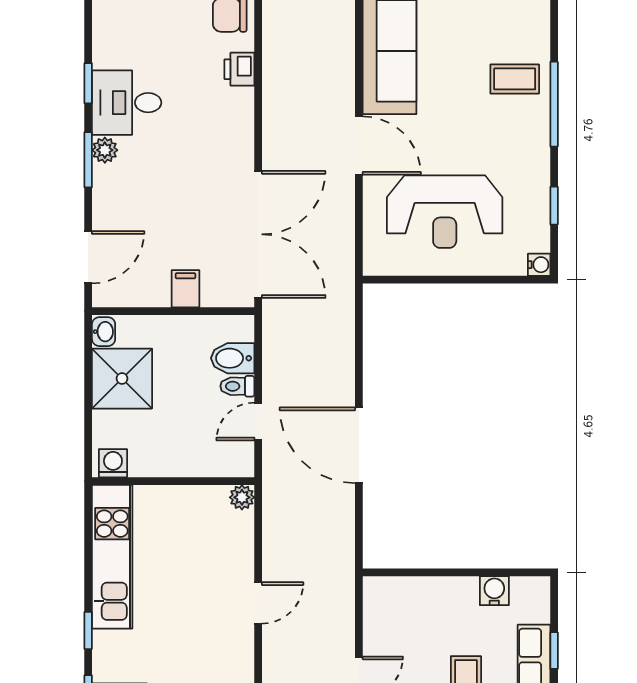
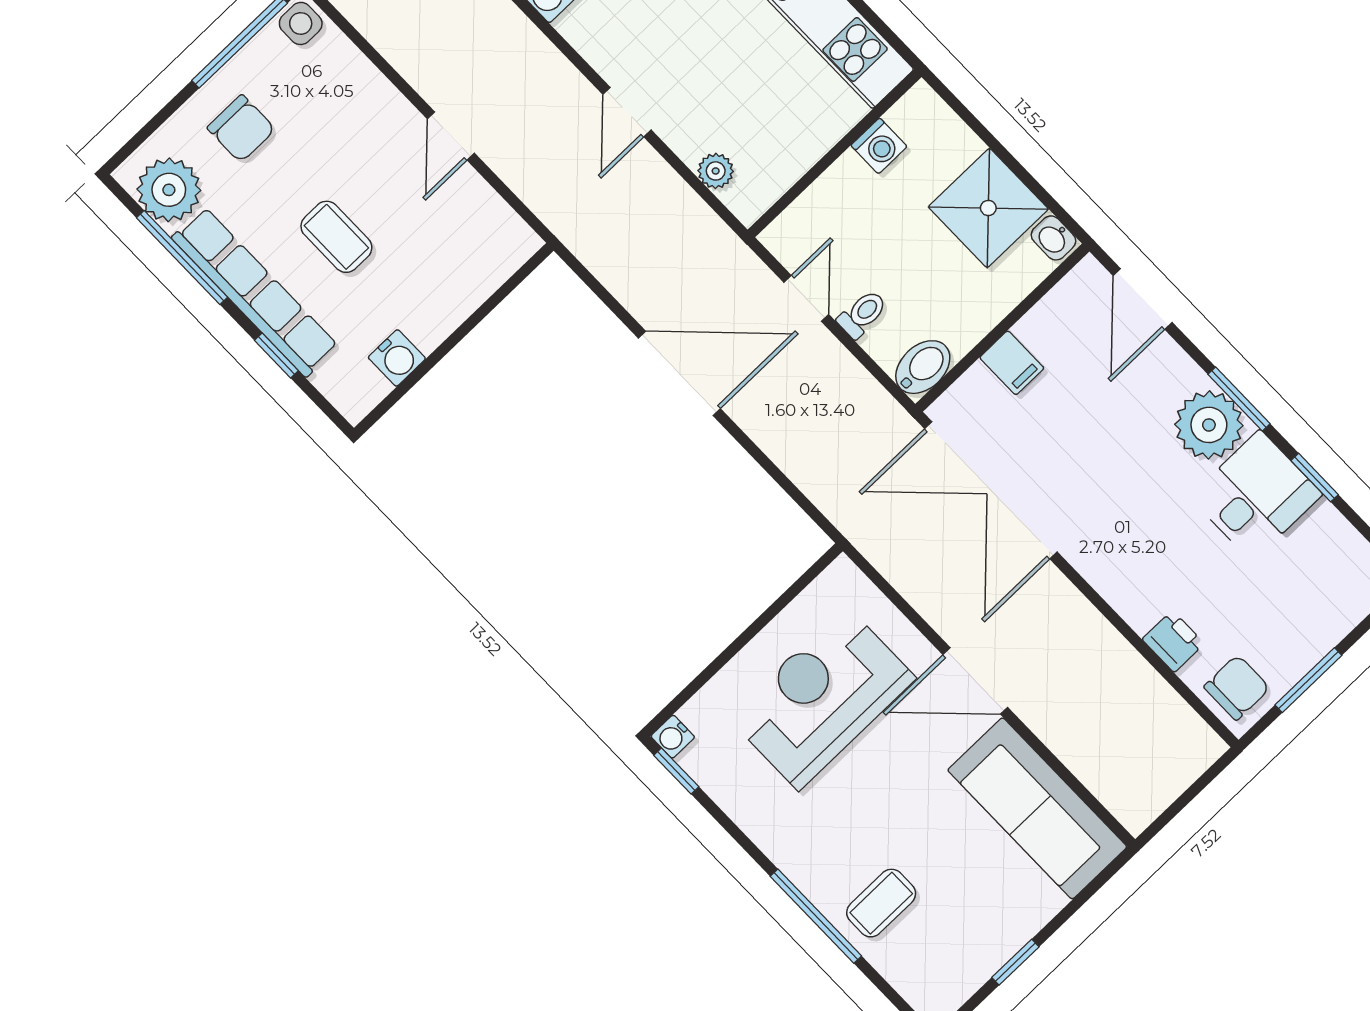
plant: (105, 150) -> (1209, 425), width x1.88, depth x1.88
window: (554, 206) -> (676, 771), moved
bidet: (233, 358) -> (923, 367), moved
washing machine: (113, 463) -> (879, 146), moved
plant: (242, 497) -> (716, 171), moved

